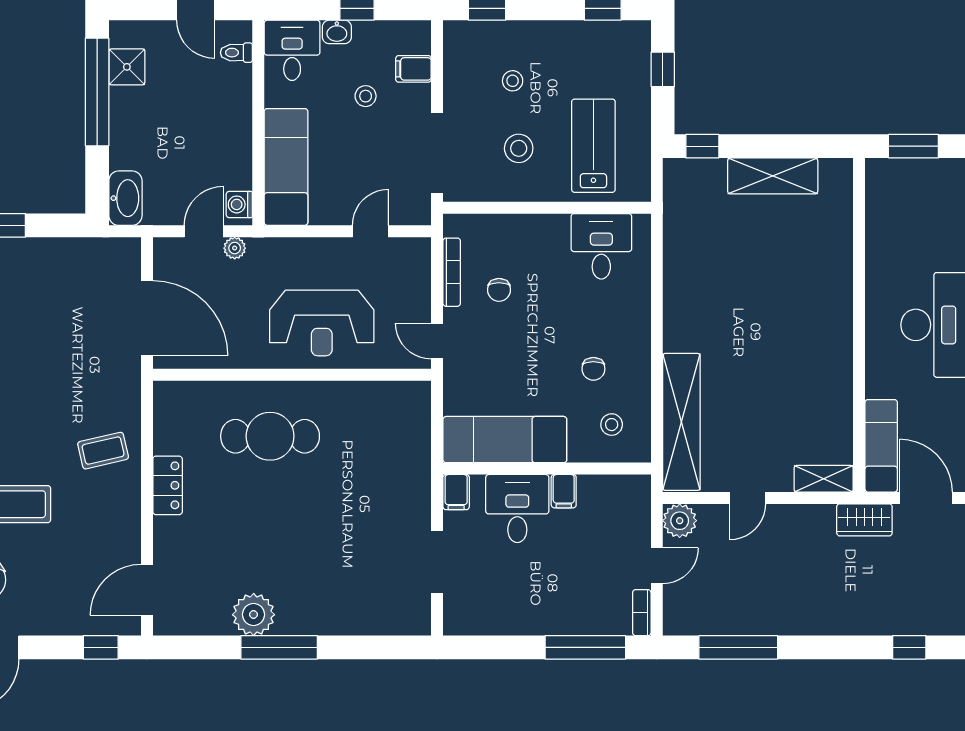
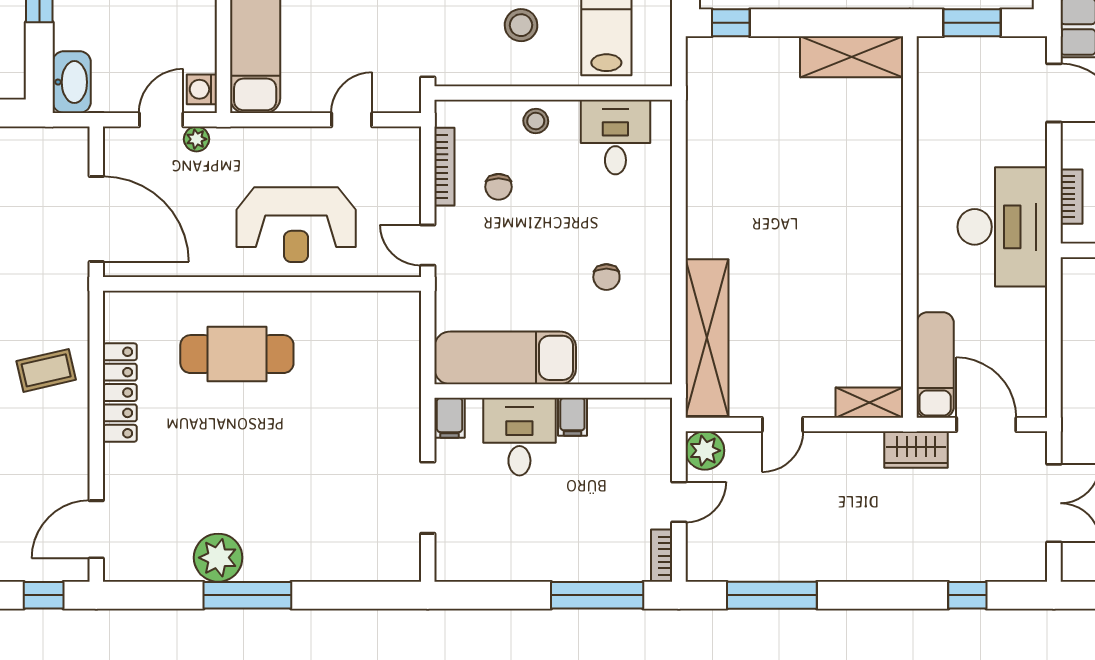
shelving: (773, 176) -> (852, 57), moved
stool: (612, 425) -> (536, 121), moved
locker: (168, 485) -> (120, 393), width x1.53

